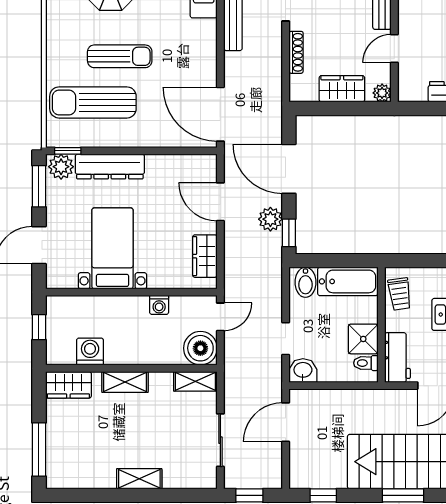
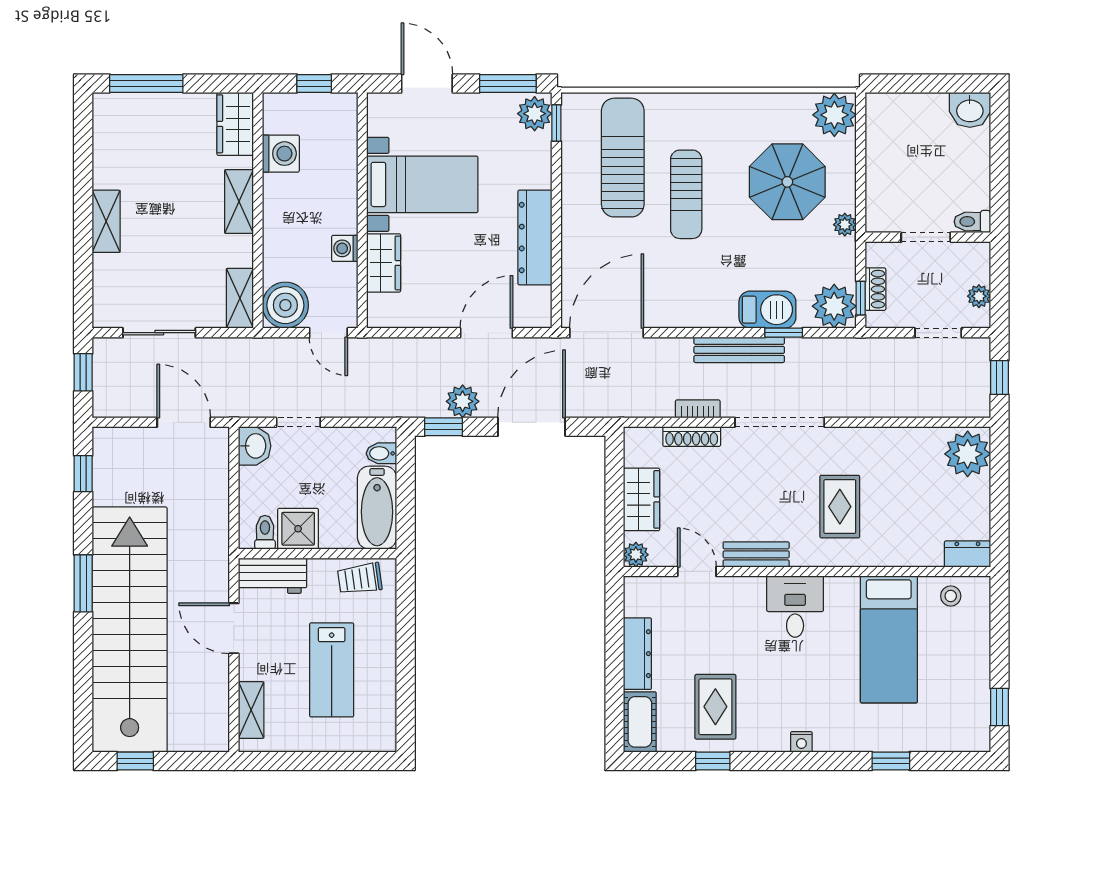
bookcase: (276, 48) -> (698, 409), added
dresser: (110, 166) -> (535, 238), moved
wardrobe: (205, 256) -> (384, 263), moved, turned 90
bidet: (305, 282) -> (381, 453), width x0.72, depth x0.74

